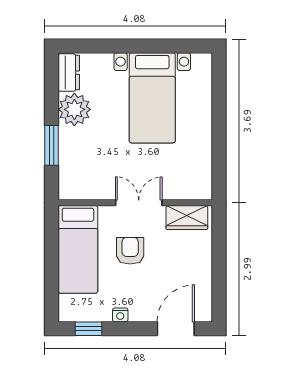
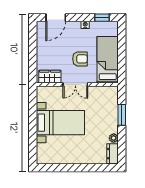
bed with nightstands: (152, 98) -> (60, 123), moved, turned 90
plant: (74, 109) -> (114, 138), width x0.53, depth x0.53
armchair: (130, 251) -> (80, 59), turned -90

